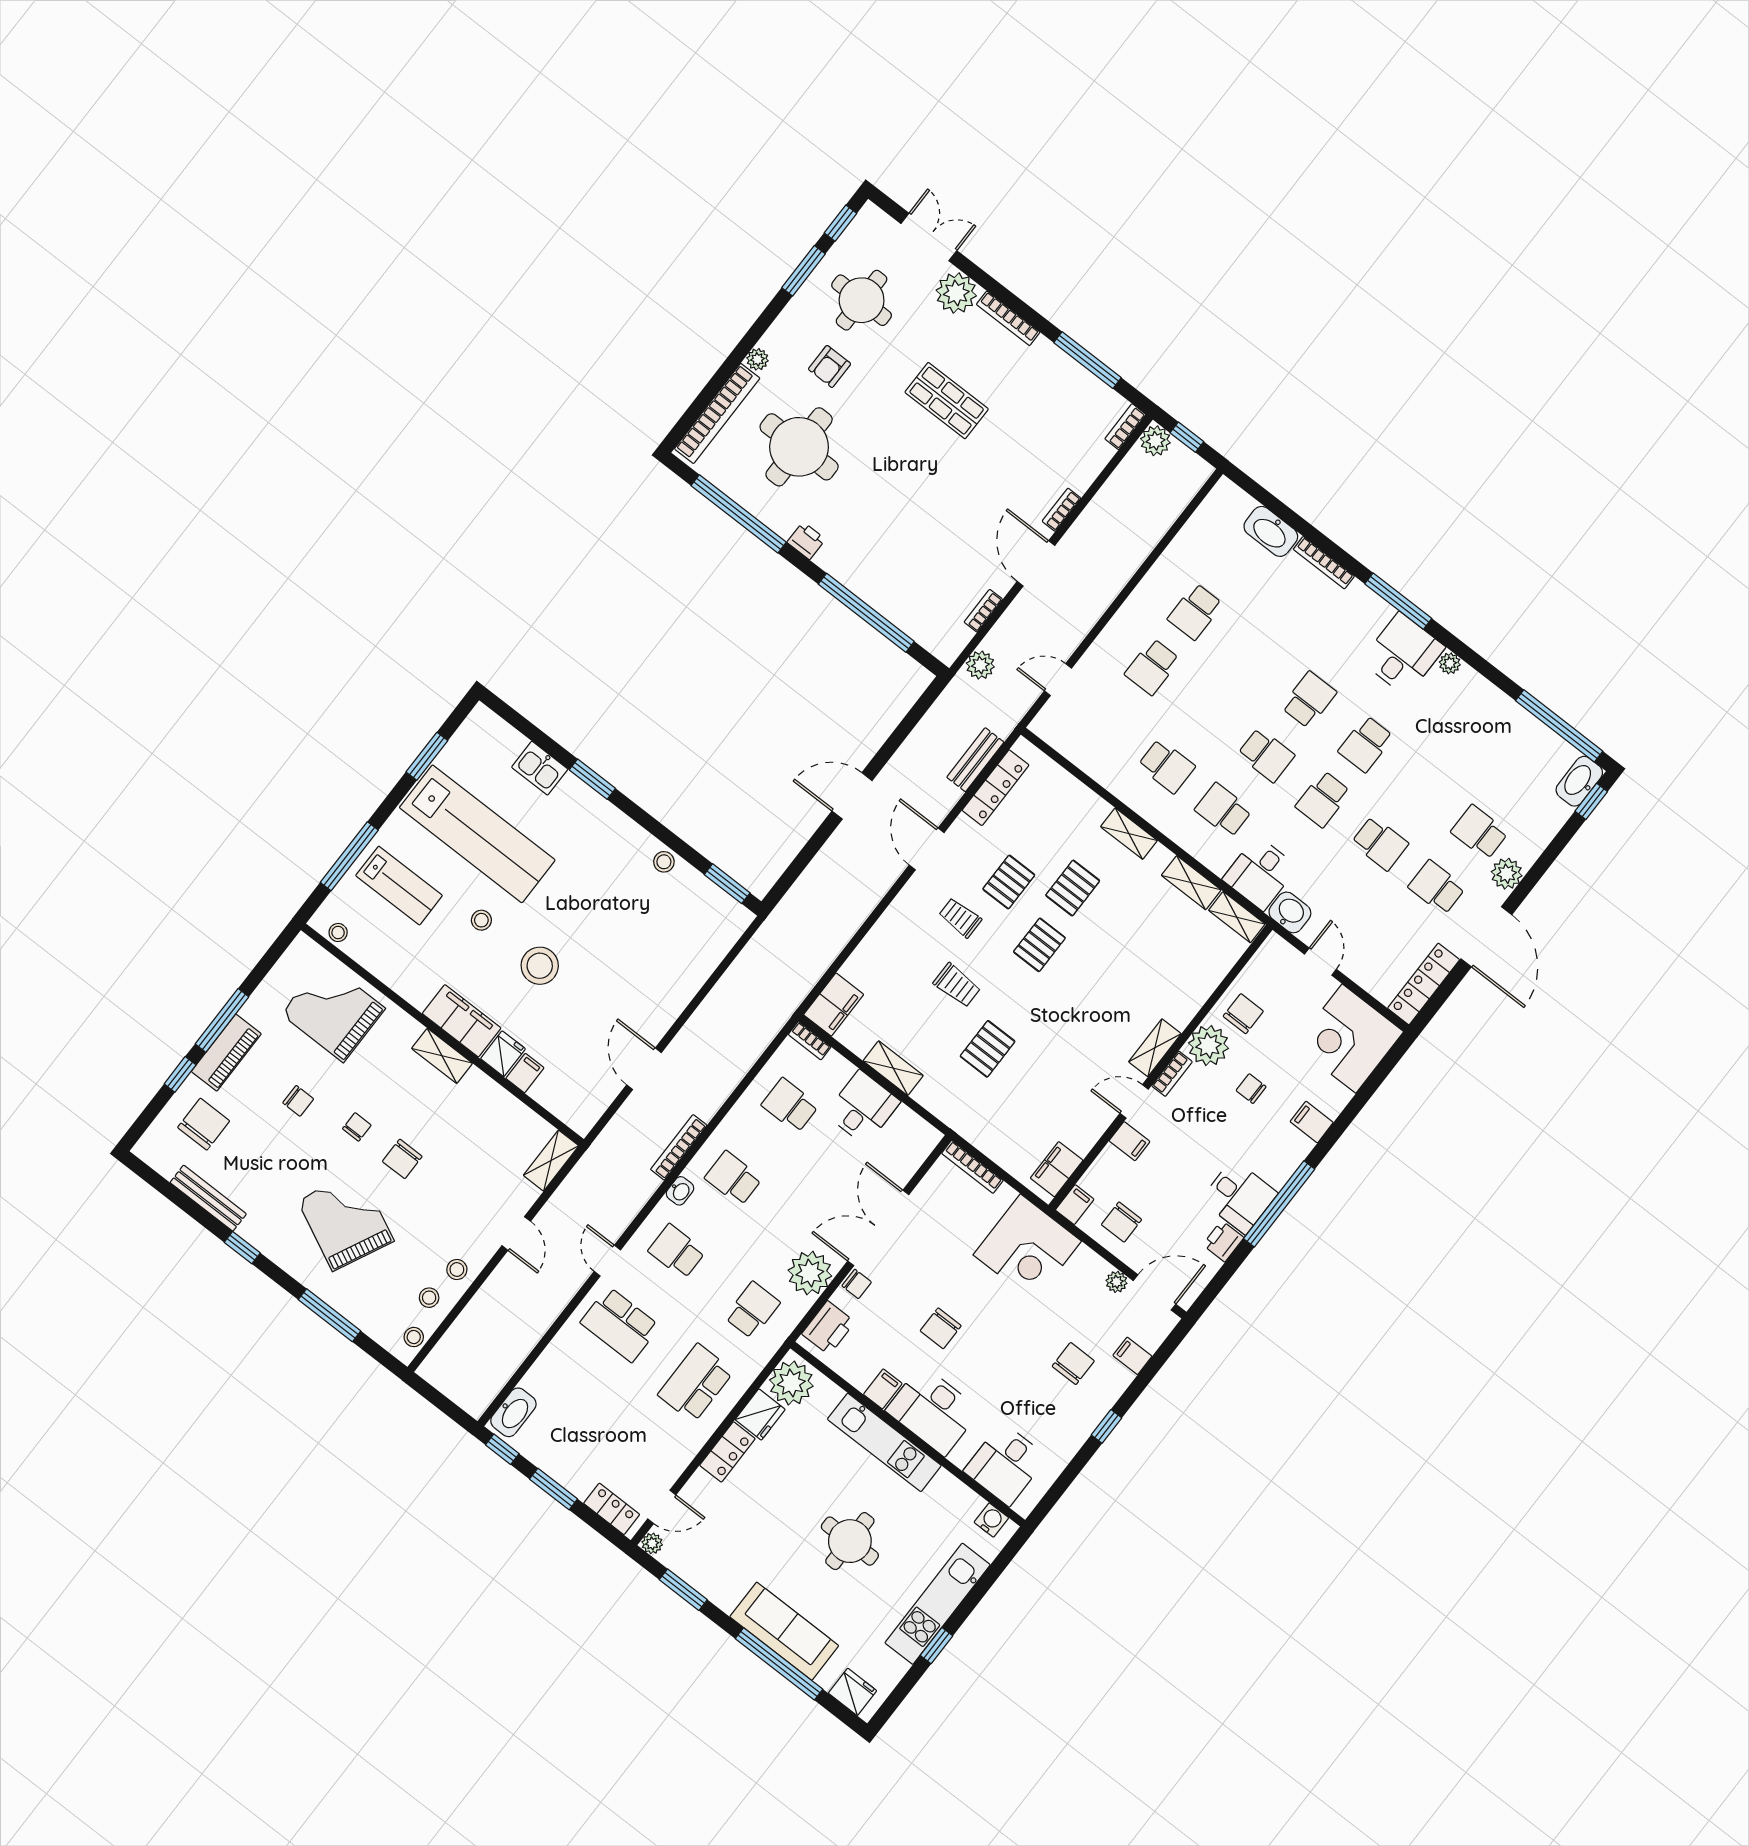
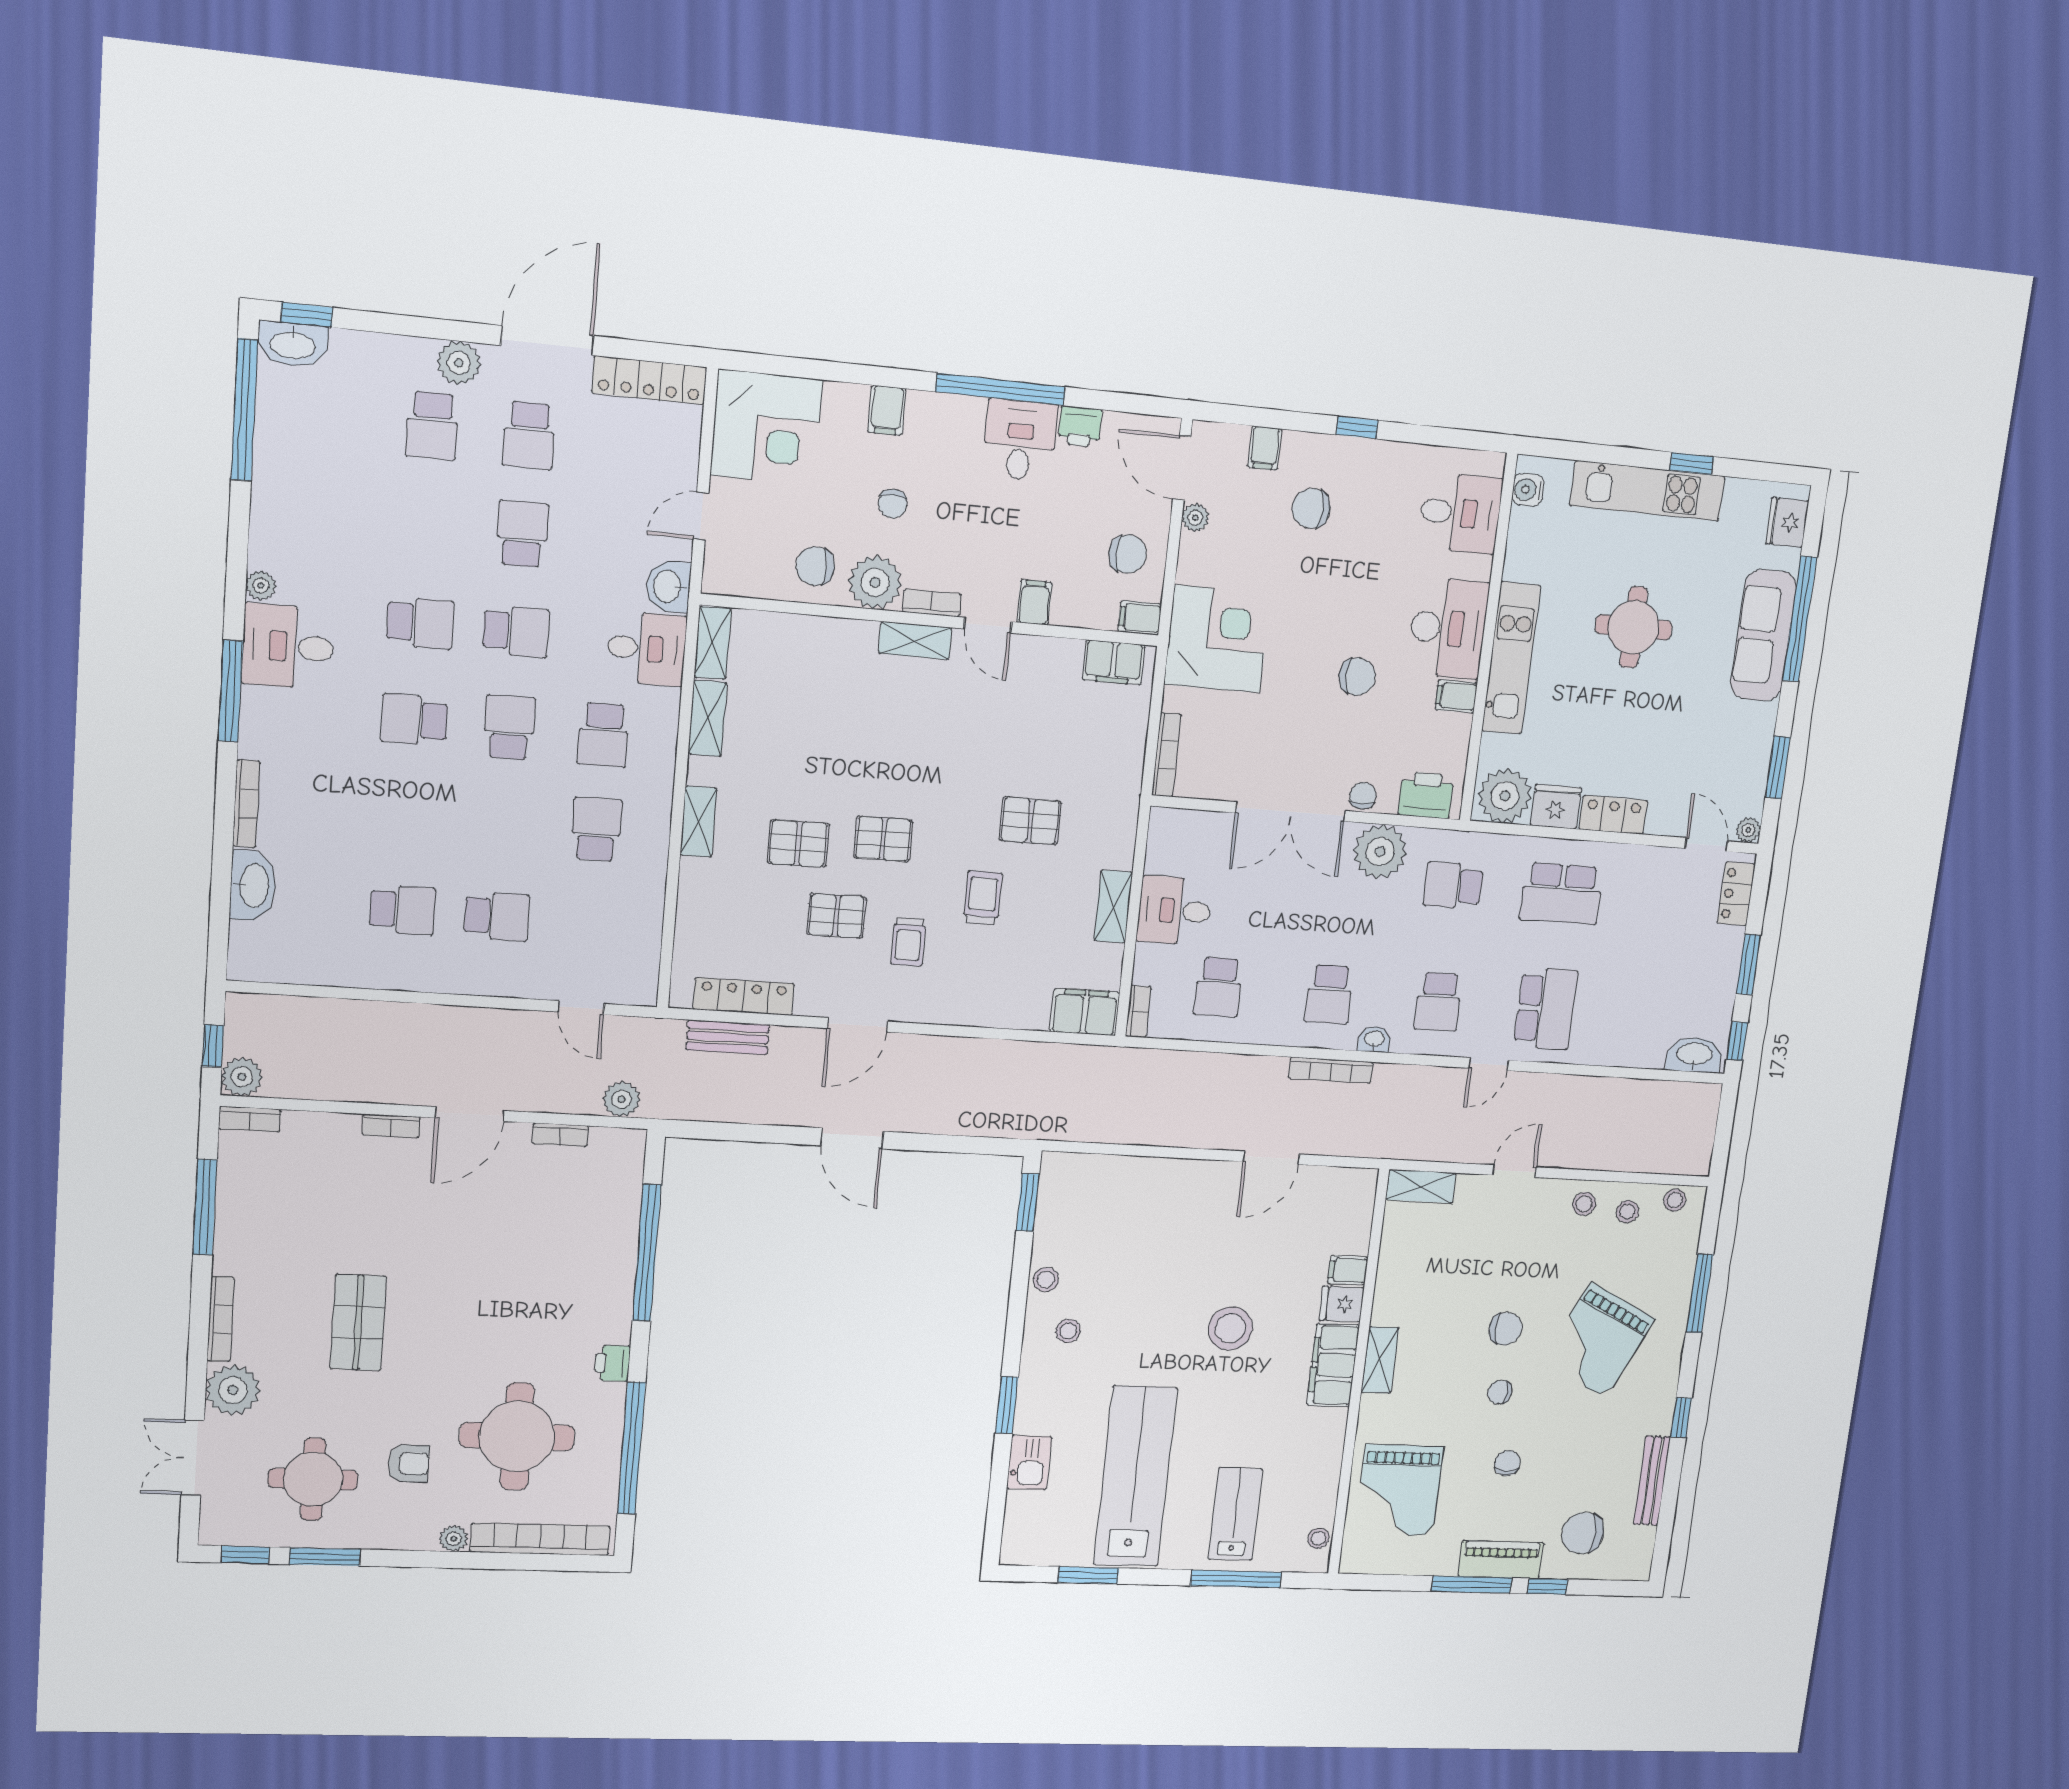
stool: (481, 920) -> (1068, 1331), moved

